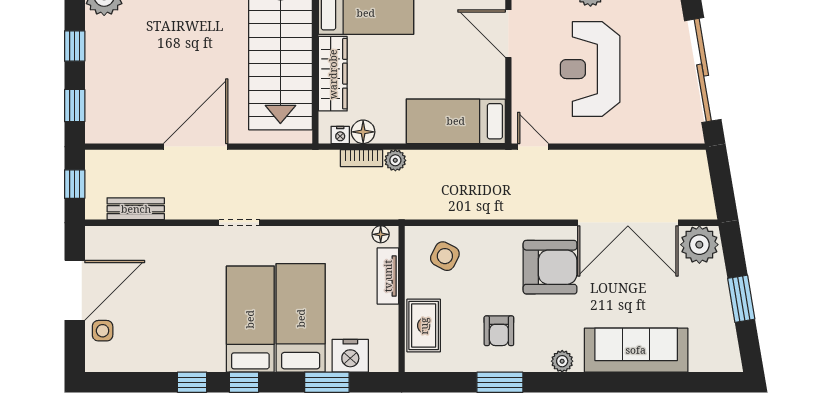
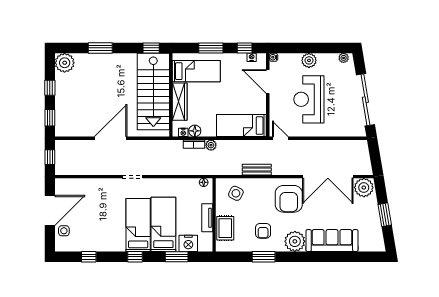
bench: (136, 209) -> (257, 170), moved
armchair: (550, 267) -> (289, 199), turned 90
tv unit: (388, 276) -> (207, 218), moved
plant: (562, 361) -> (295, 241), width x1.88, depth x1.88
window: (192, 382) -> (89, 257), moved

